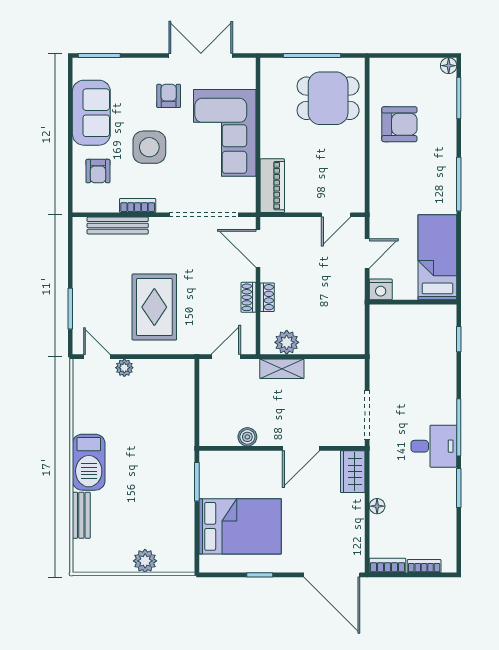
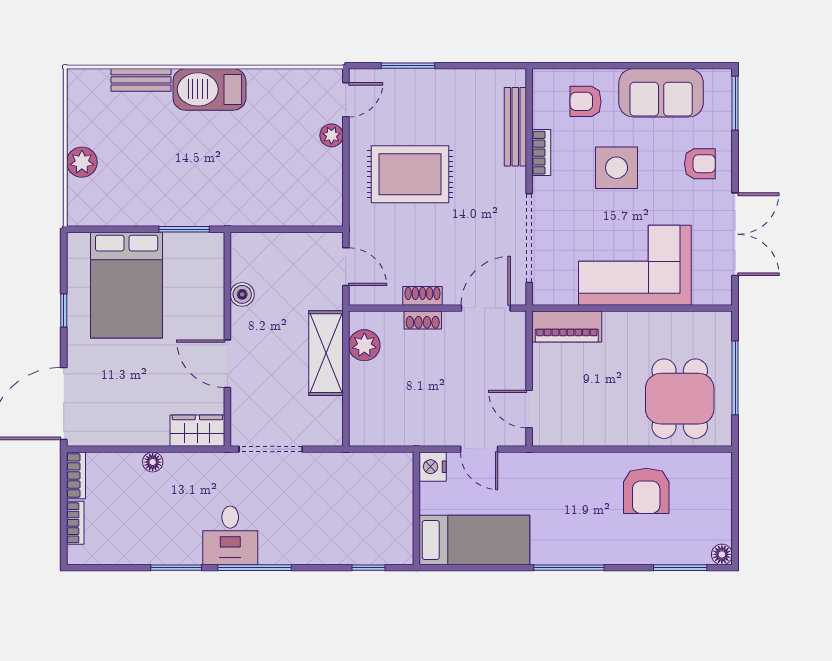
armchair: (169, 96) -> (700, 164), moved
shelving: (282, 369) -> (326, 353), width x1.50, depth x1.33

